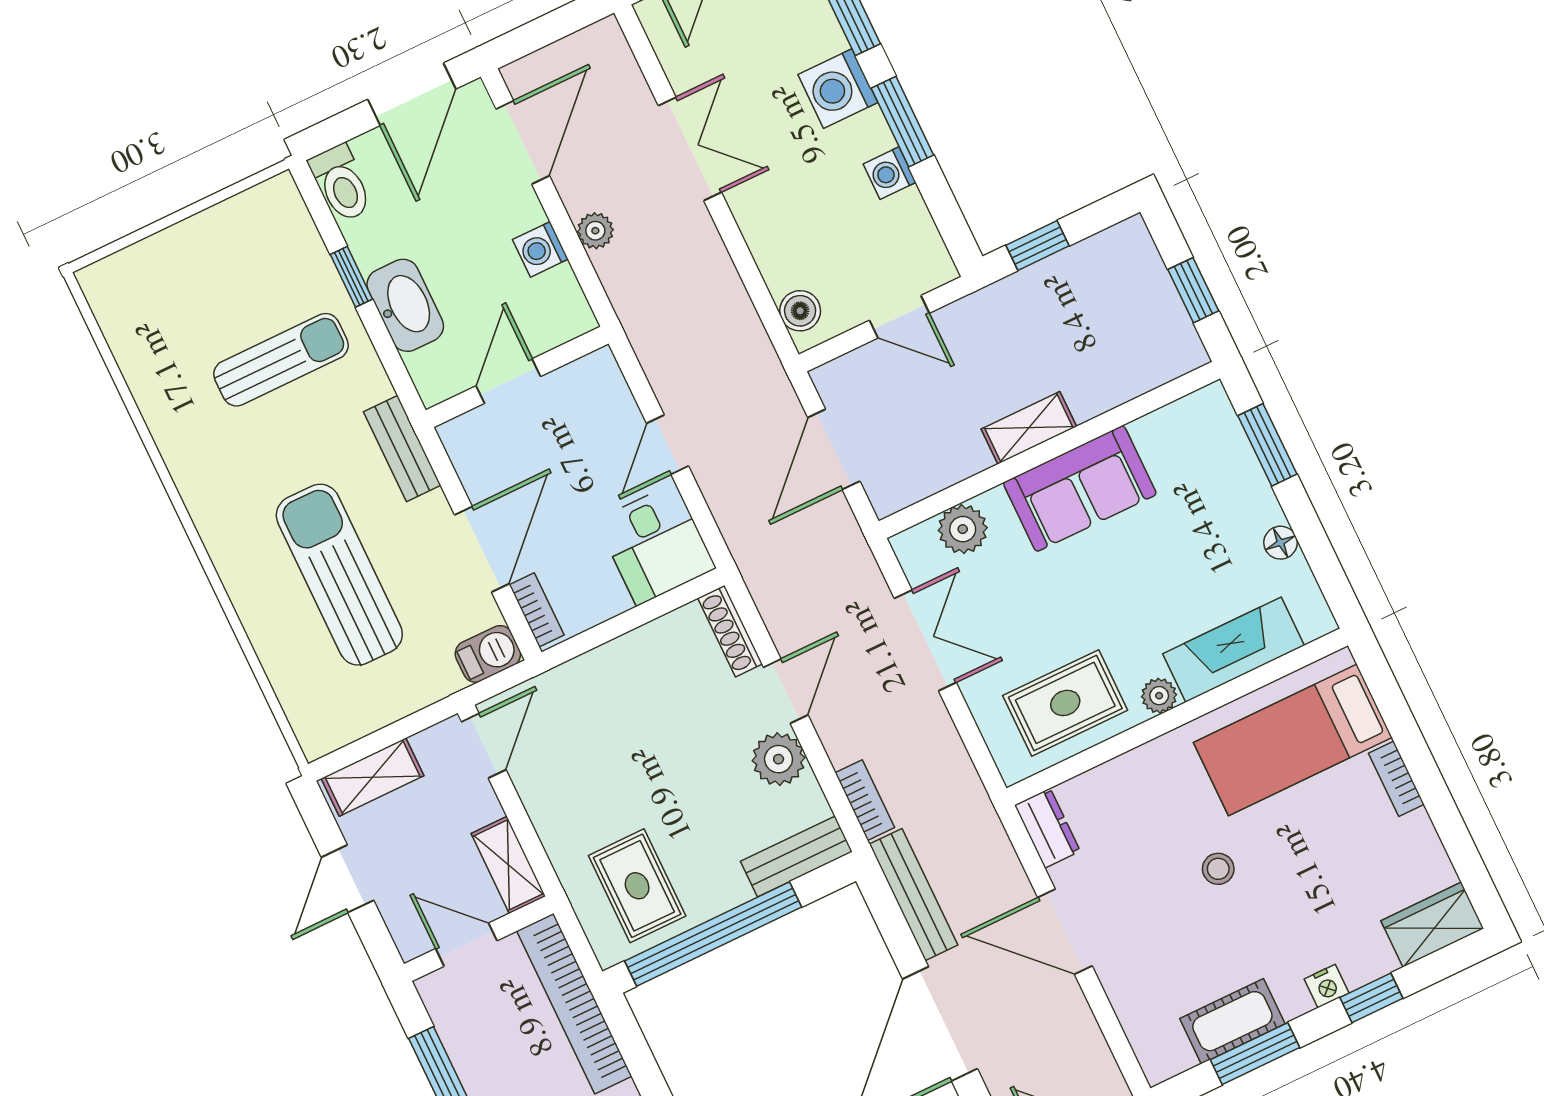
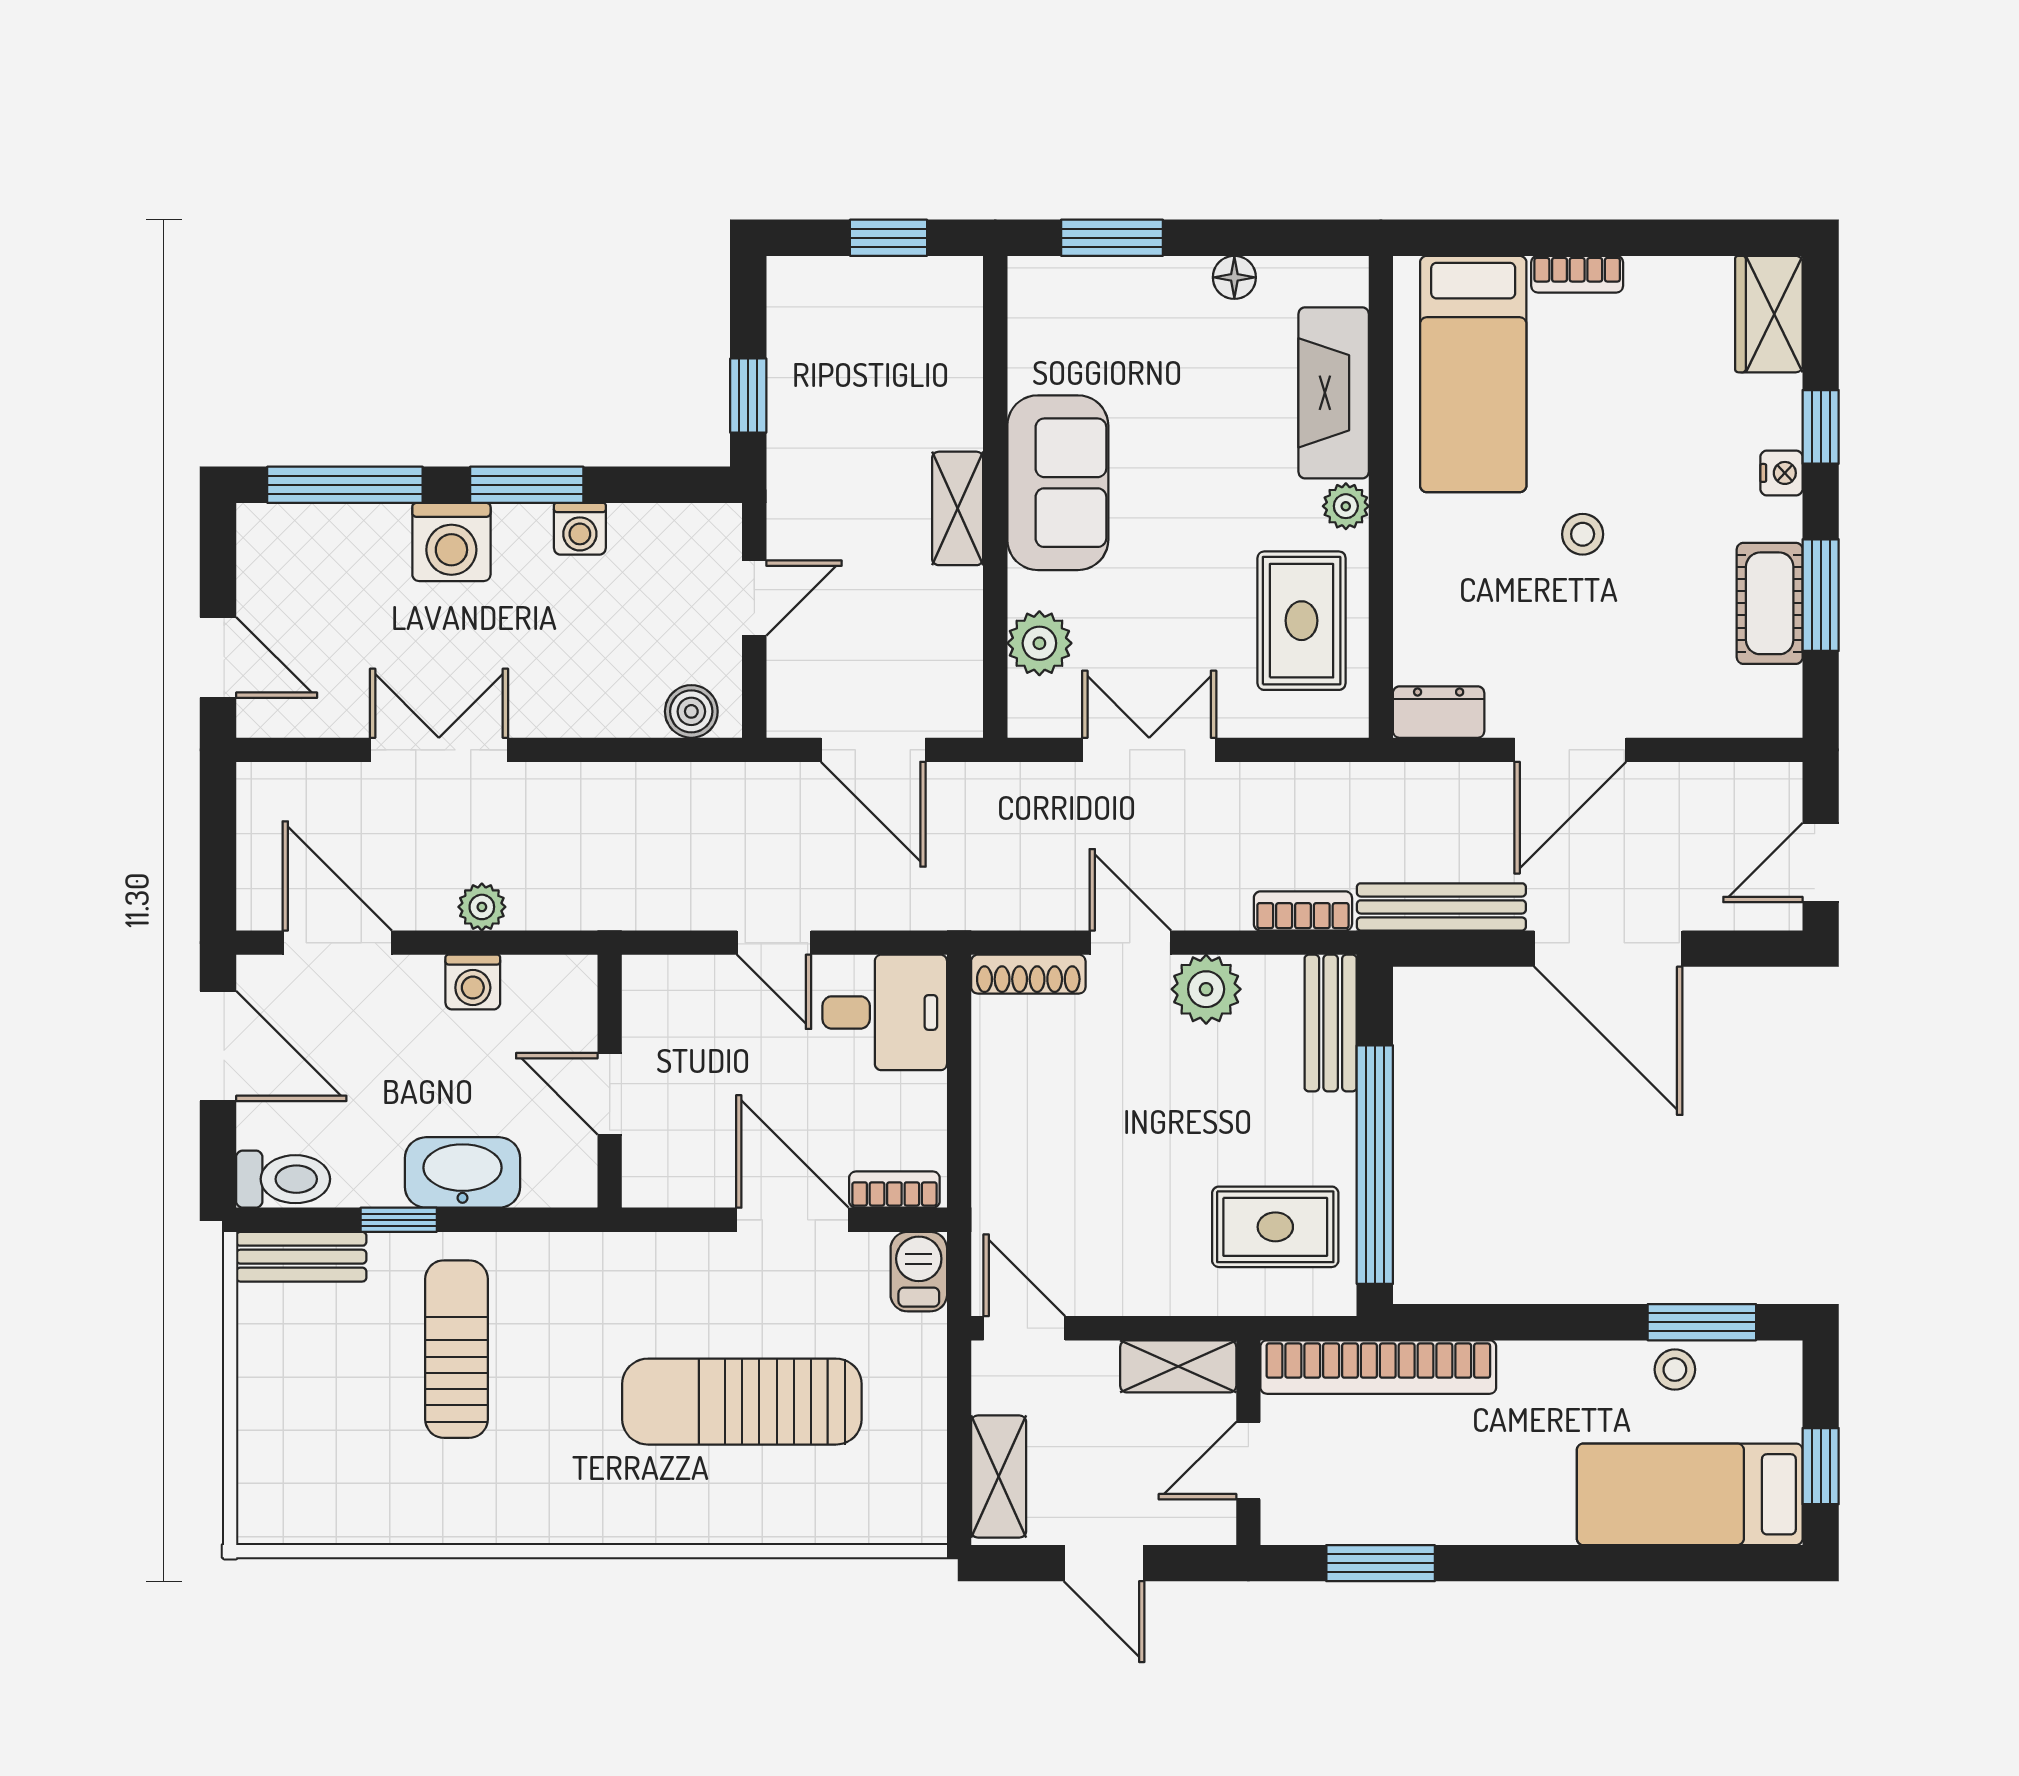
bench: (402, 448) -> (301, 1257), moved

